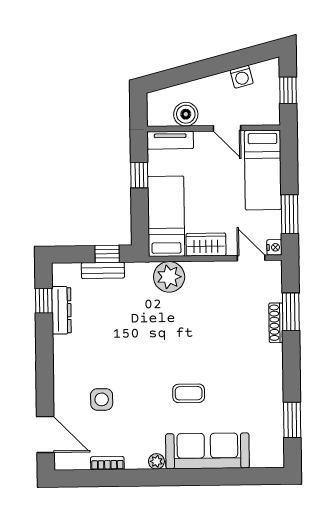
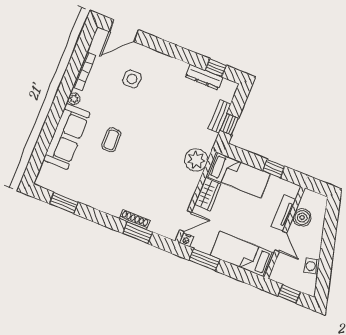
door: (227, 128) -> (281, 242), swing flipped
tv unit: (170, 140) -> (283, 213), moved
bookcase: (107, 463) -> (84, 71), width x1.56

